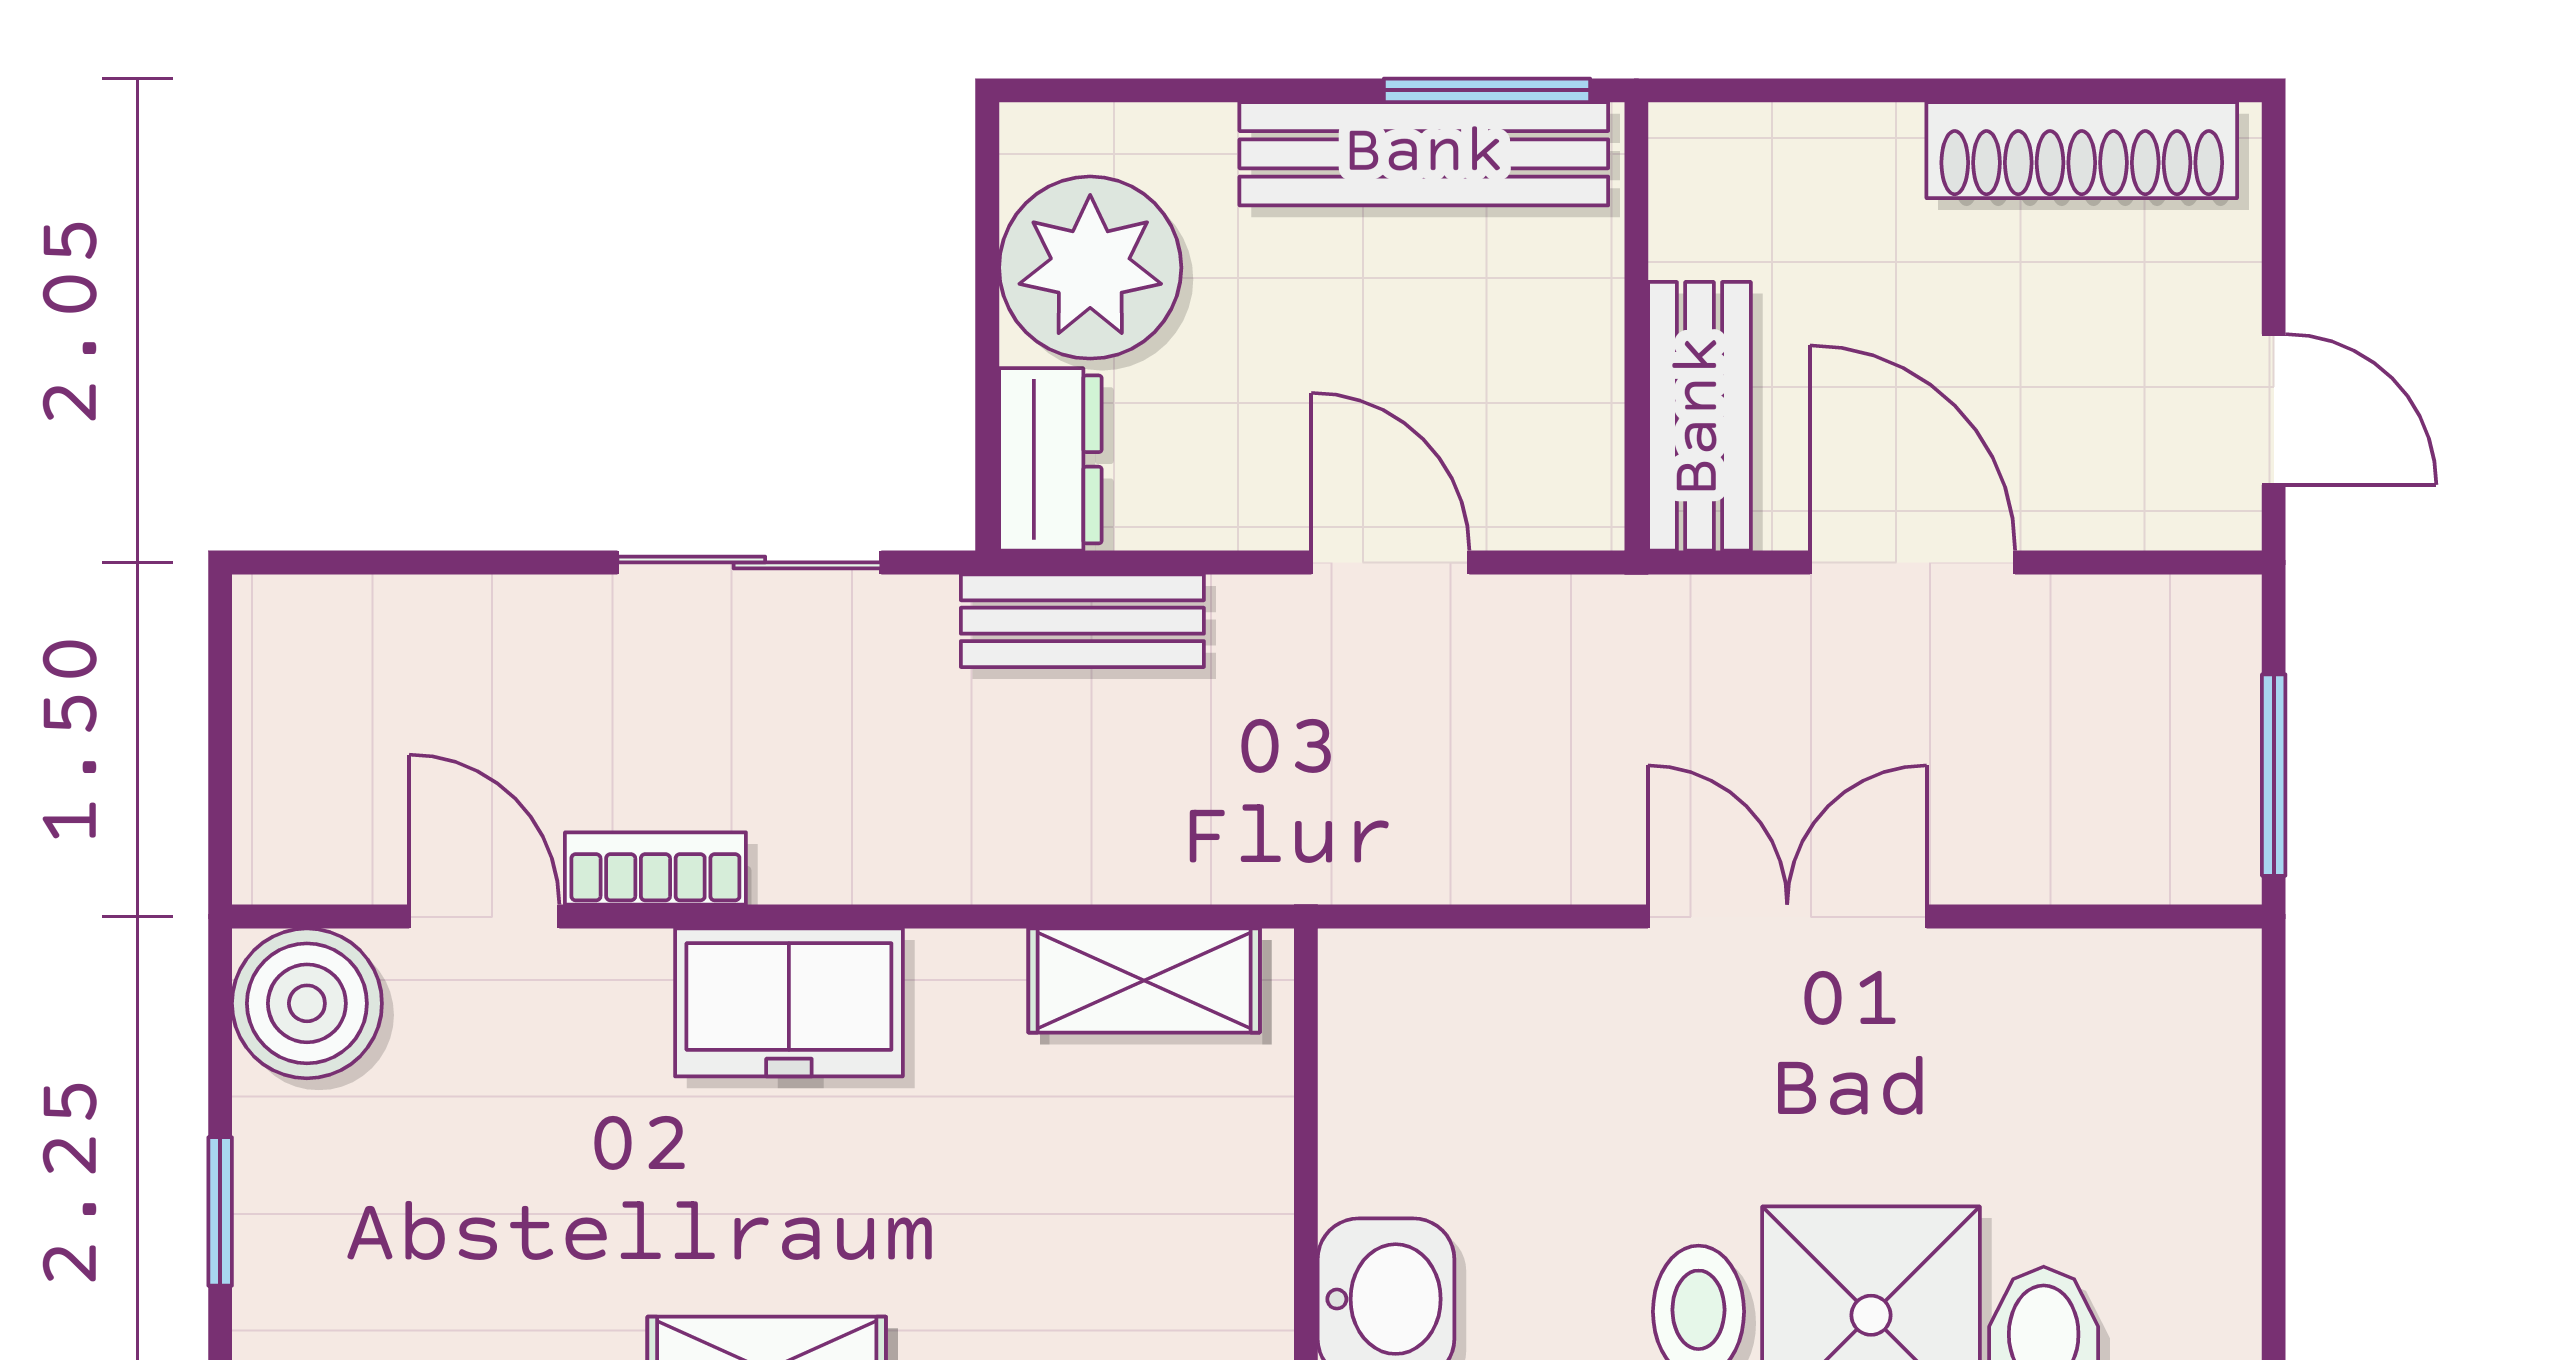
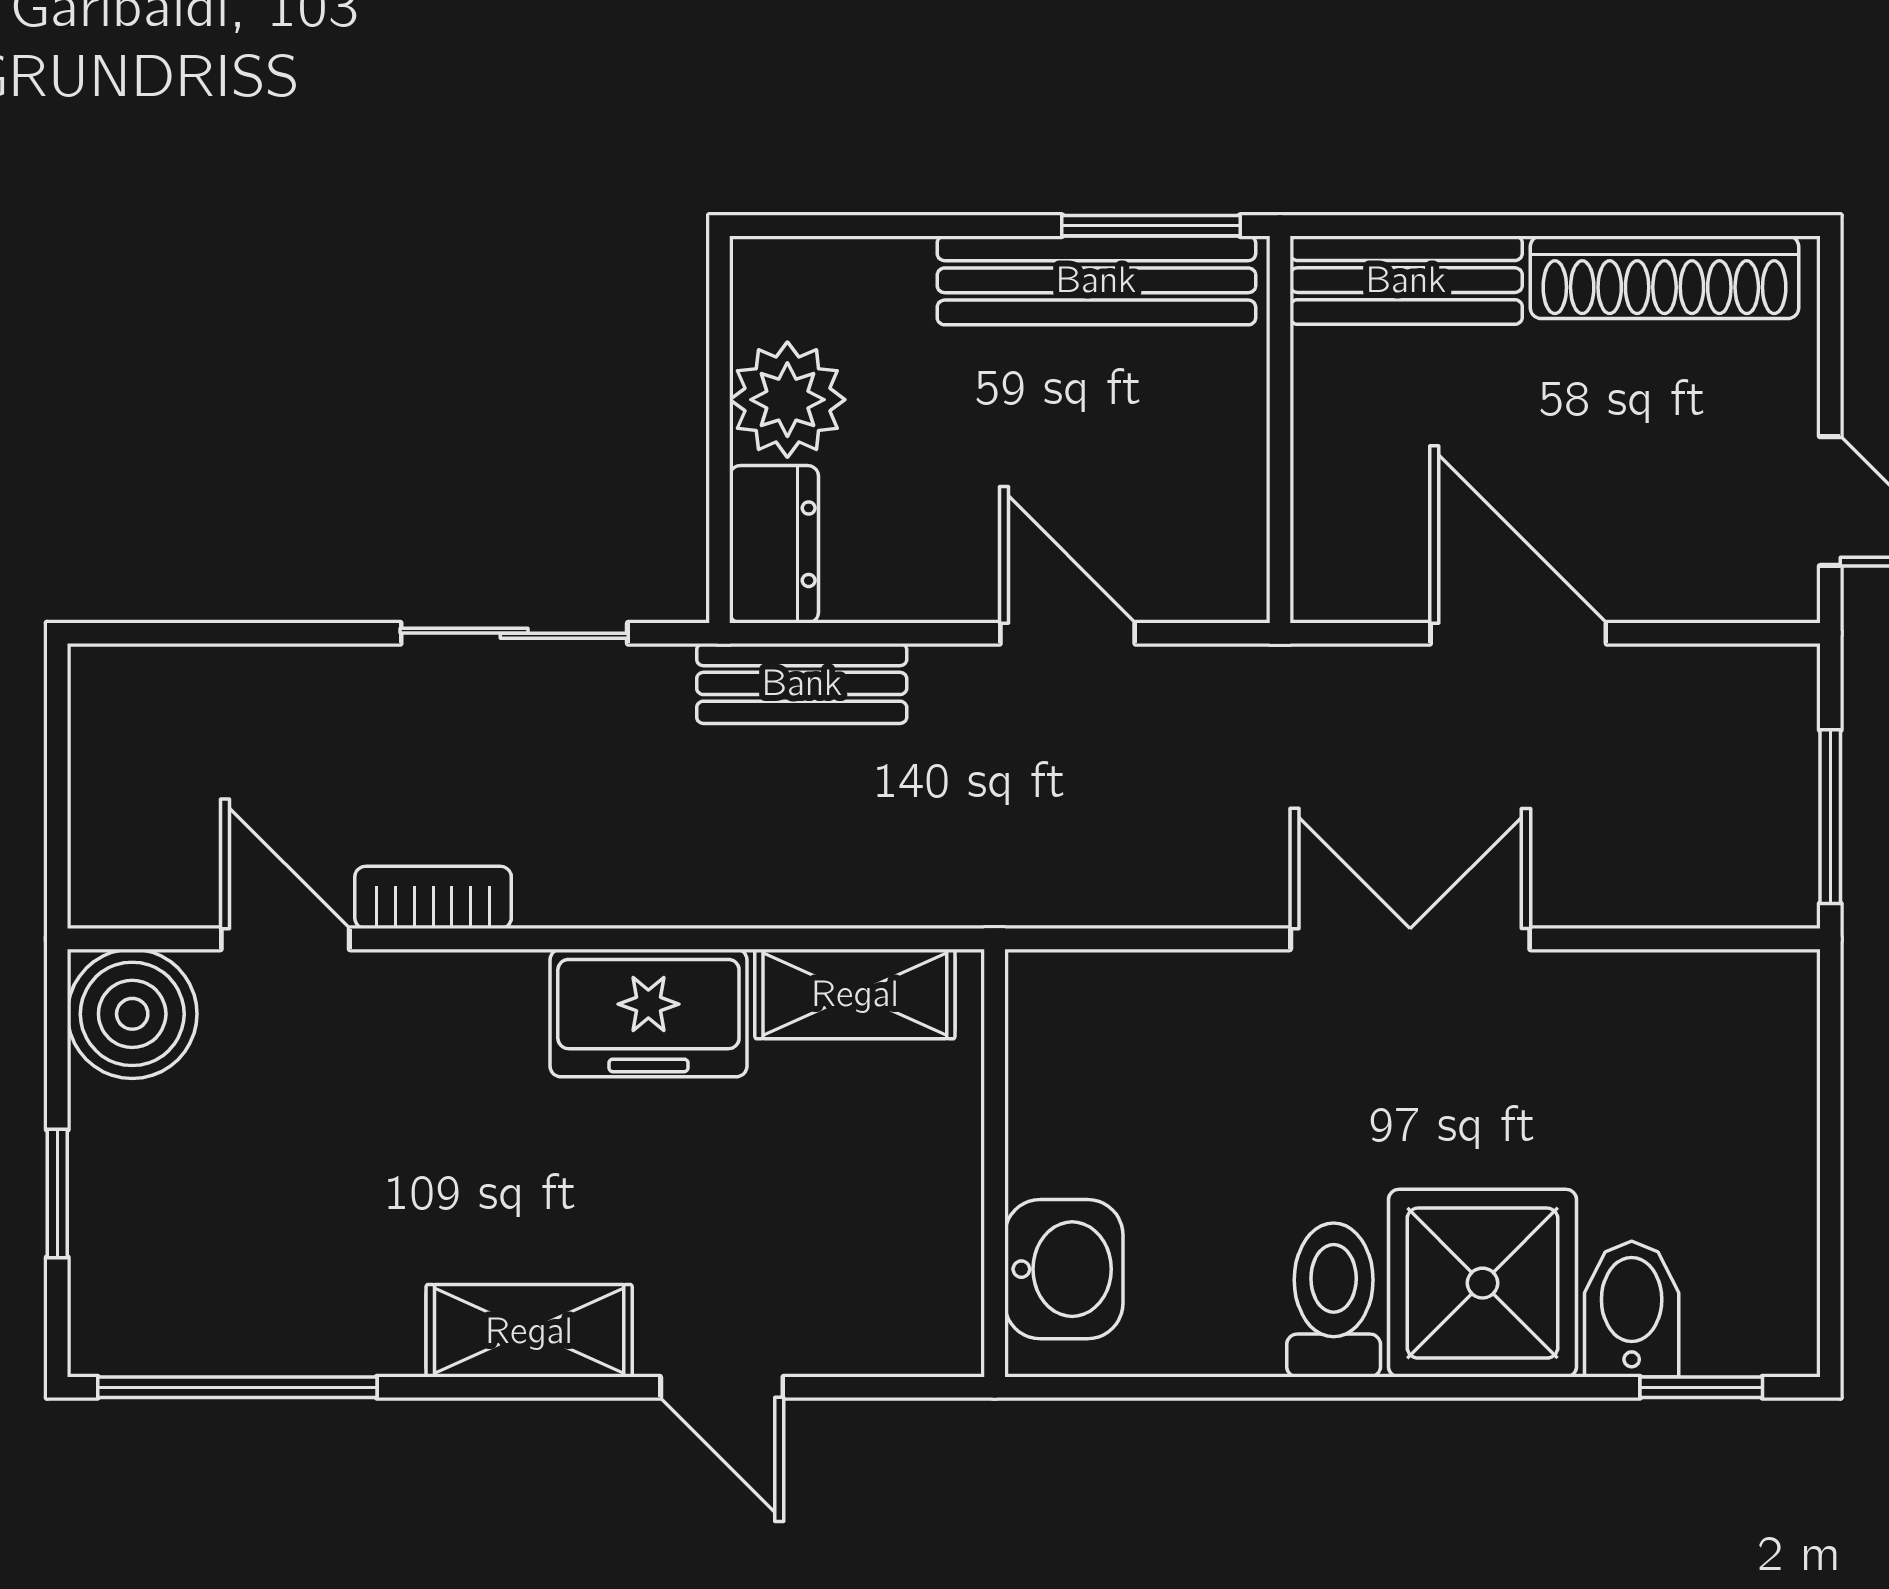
plant: (1090, 268) -> (787, 400), width x0.73, depth x0.73
bench: (1700, 416) -> (1406, 280), moved, turned 90
freezer: (789, 1002) -> (648, 1013), moved

